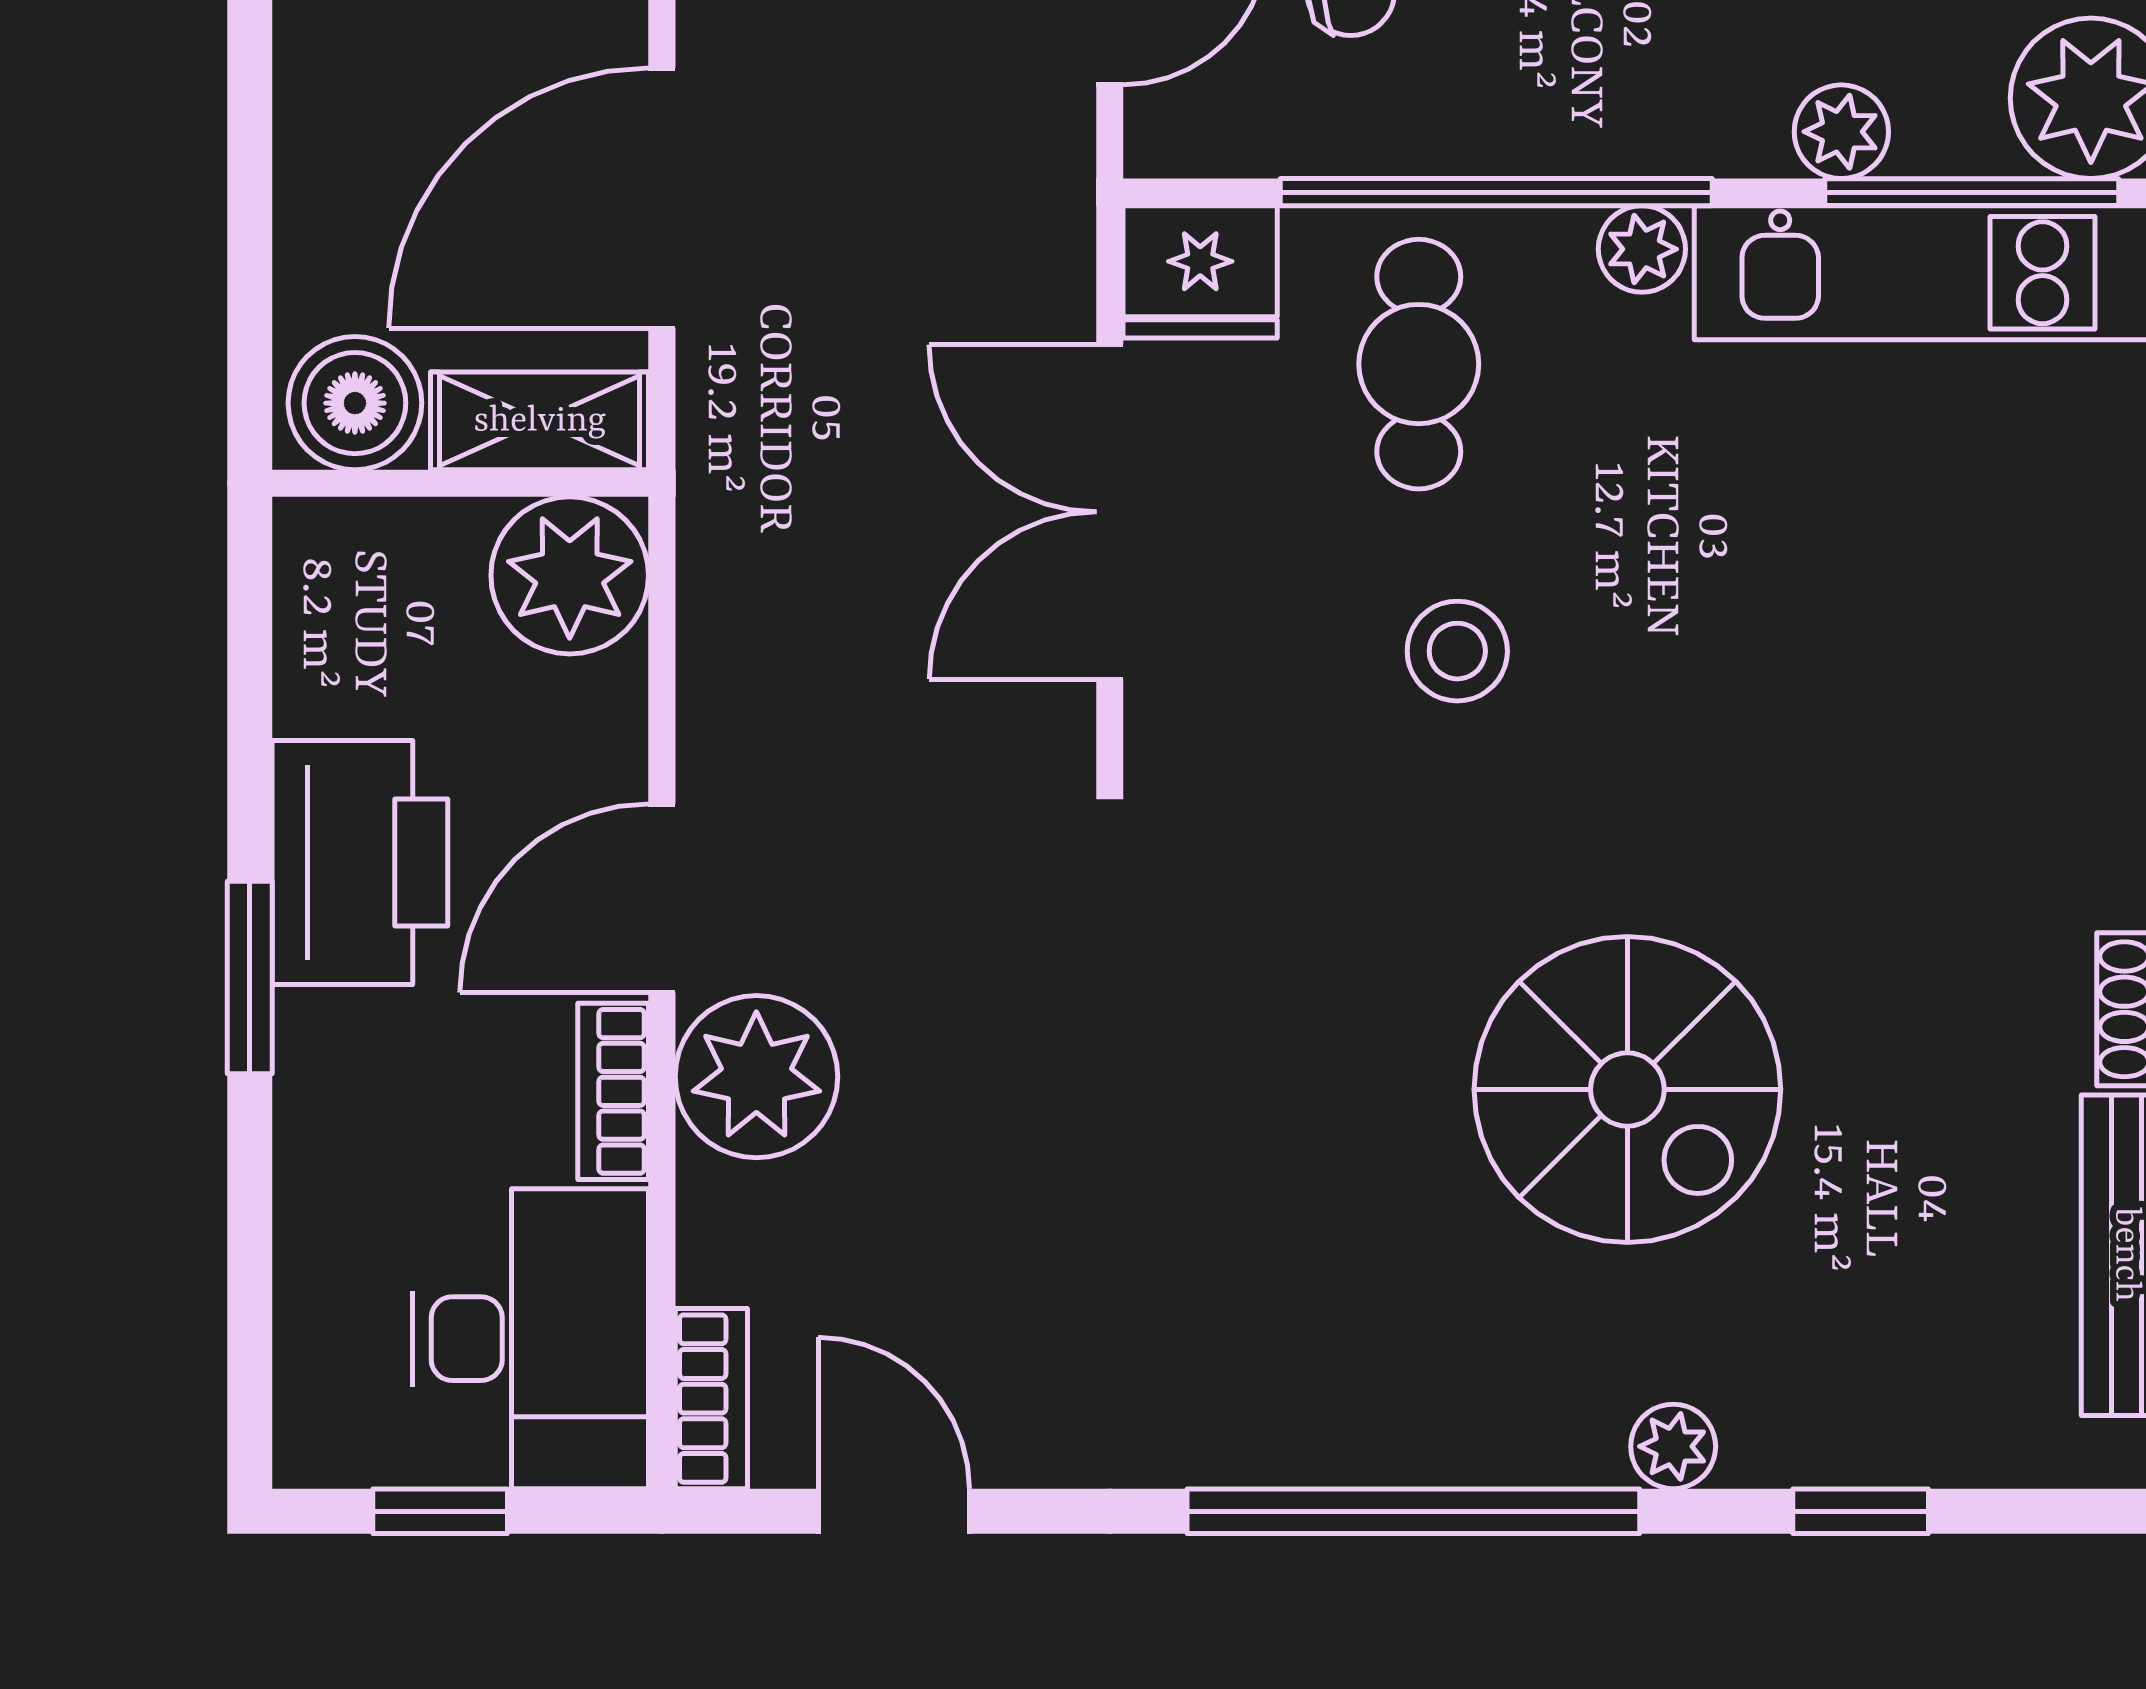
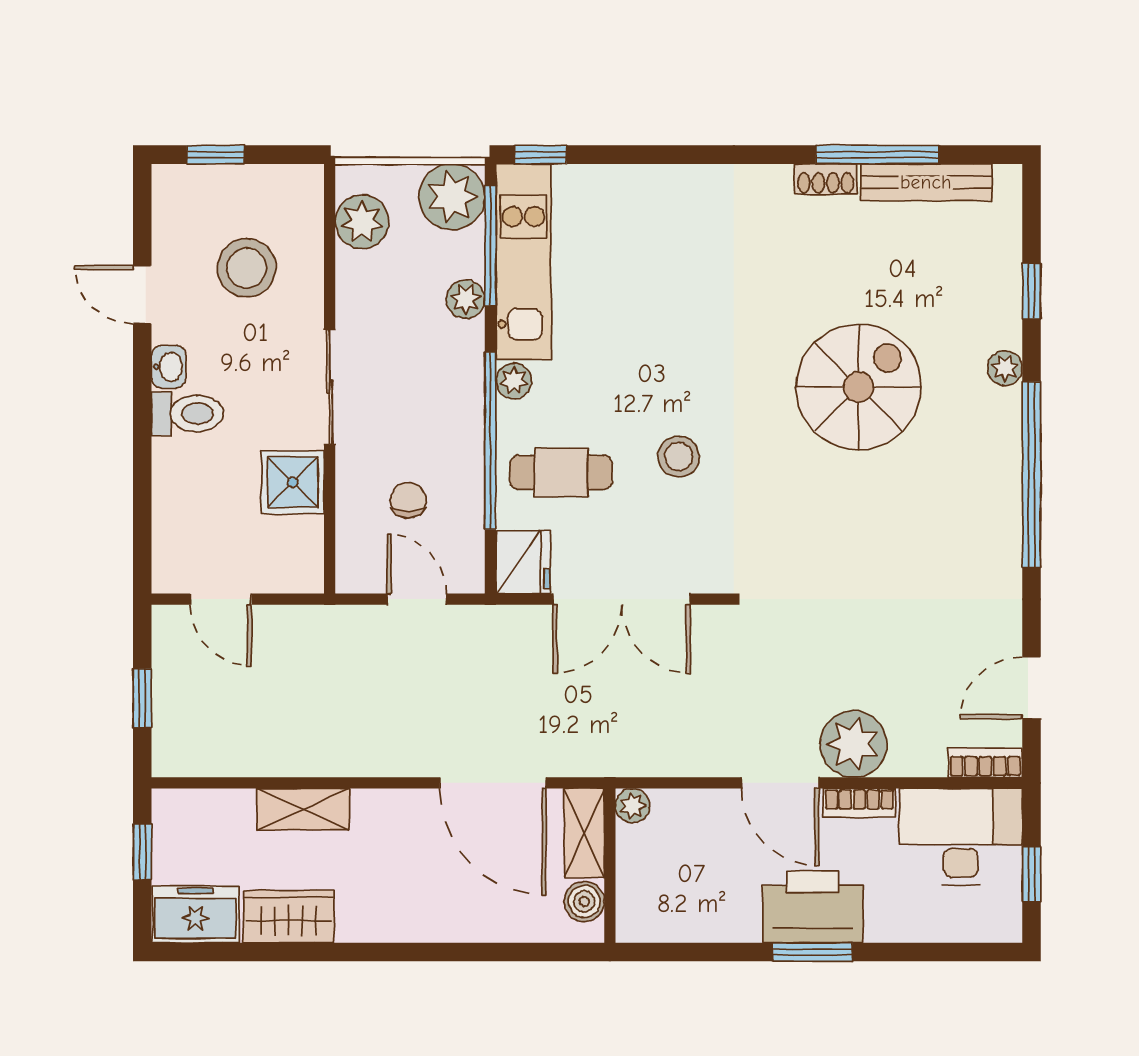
boiler: (355, 403) -> (584, 901), width x0.73, depth x0.73
plant: (570, 575) -> (633, 806), width x0.53, depth x0.53
printer: (360, 863) -> (813, 907), moved

